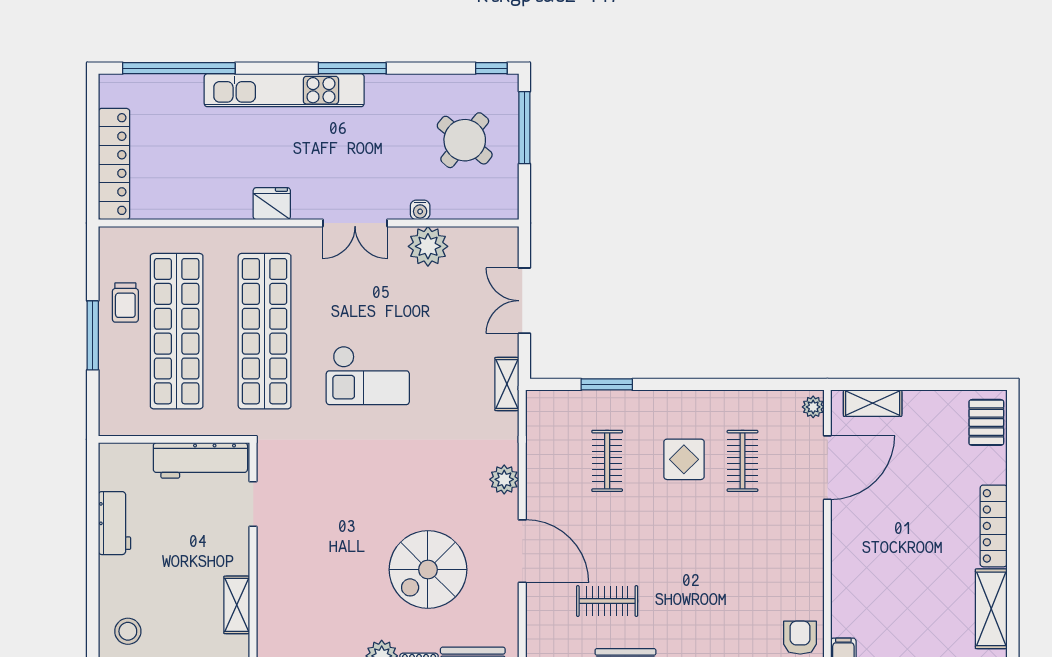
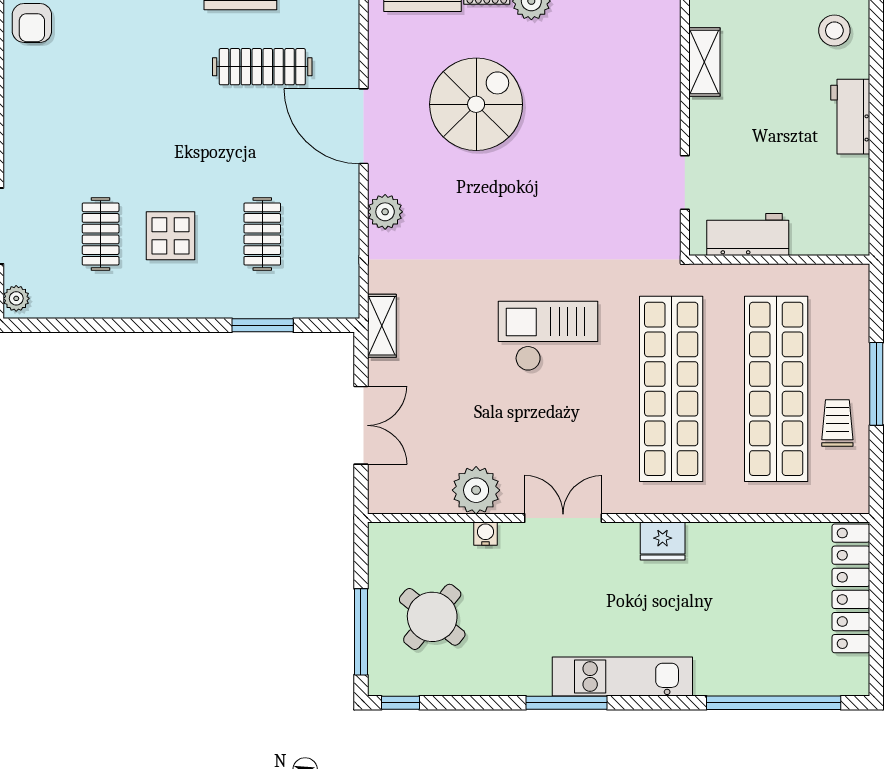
kitchen unit: (284, 90) -> (622, 677), width x0.73
workbench: (200, 460) -> (748, 235), width x0.73
workbench: (114, 523) -> (850, 117), moved
clothes rail: (607, 601) -> (262, 67), width x1.36

